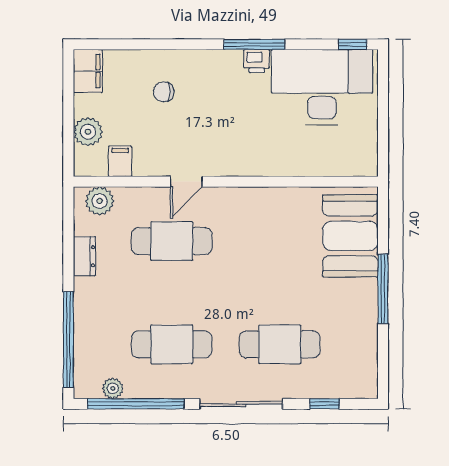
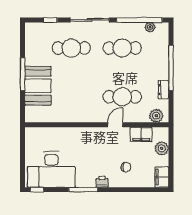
printer: (257, 61) -> (102, 182), moved
filing cabinet: (120, 161) -> (141, 134), width x2.00
booth: (350, 236) -> (38, 86), moved
window: (68, 340) -> (171, 68), moved

